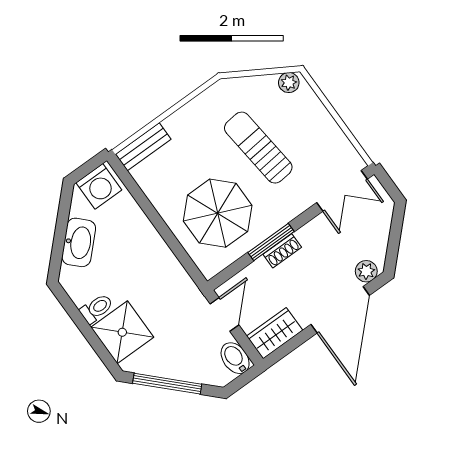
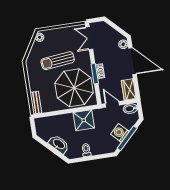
washing machine: (99, 186) -> (120, 133), moved, turned -135
double door: (342, 191) -> (89, 38), swing flipped
parasol: (218, 213) -> (74, 88), width x1.36, depth x1.36
shower: (122, 332) -> (84, 120), moved

